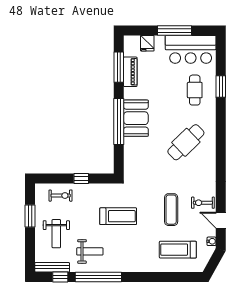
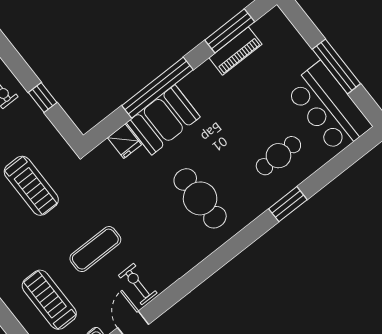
fridge: (147, 43) -> (124, 141), moved, turned -90
window: (221, 87) -> (288, 204), moved
booth: (136, 118) -> (163, 120), moved
cafe table: (186, 142) -> (200, 198), turned 44

